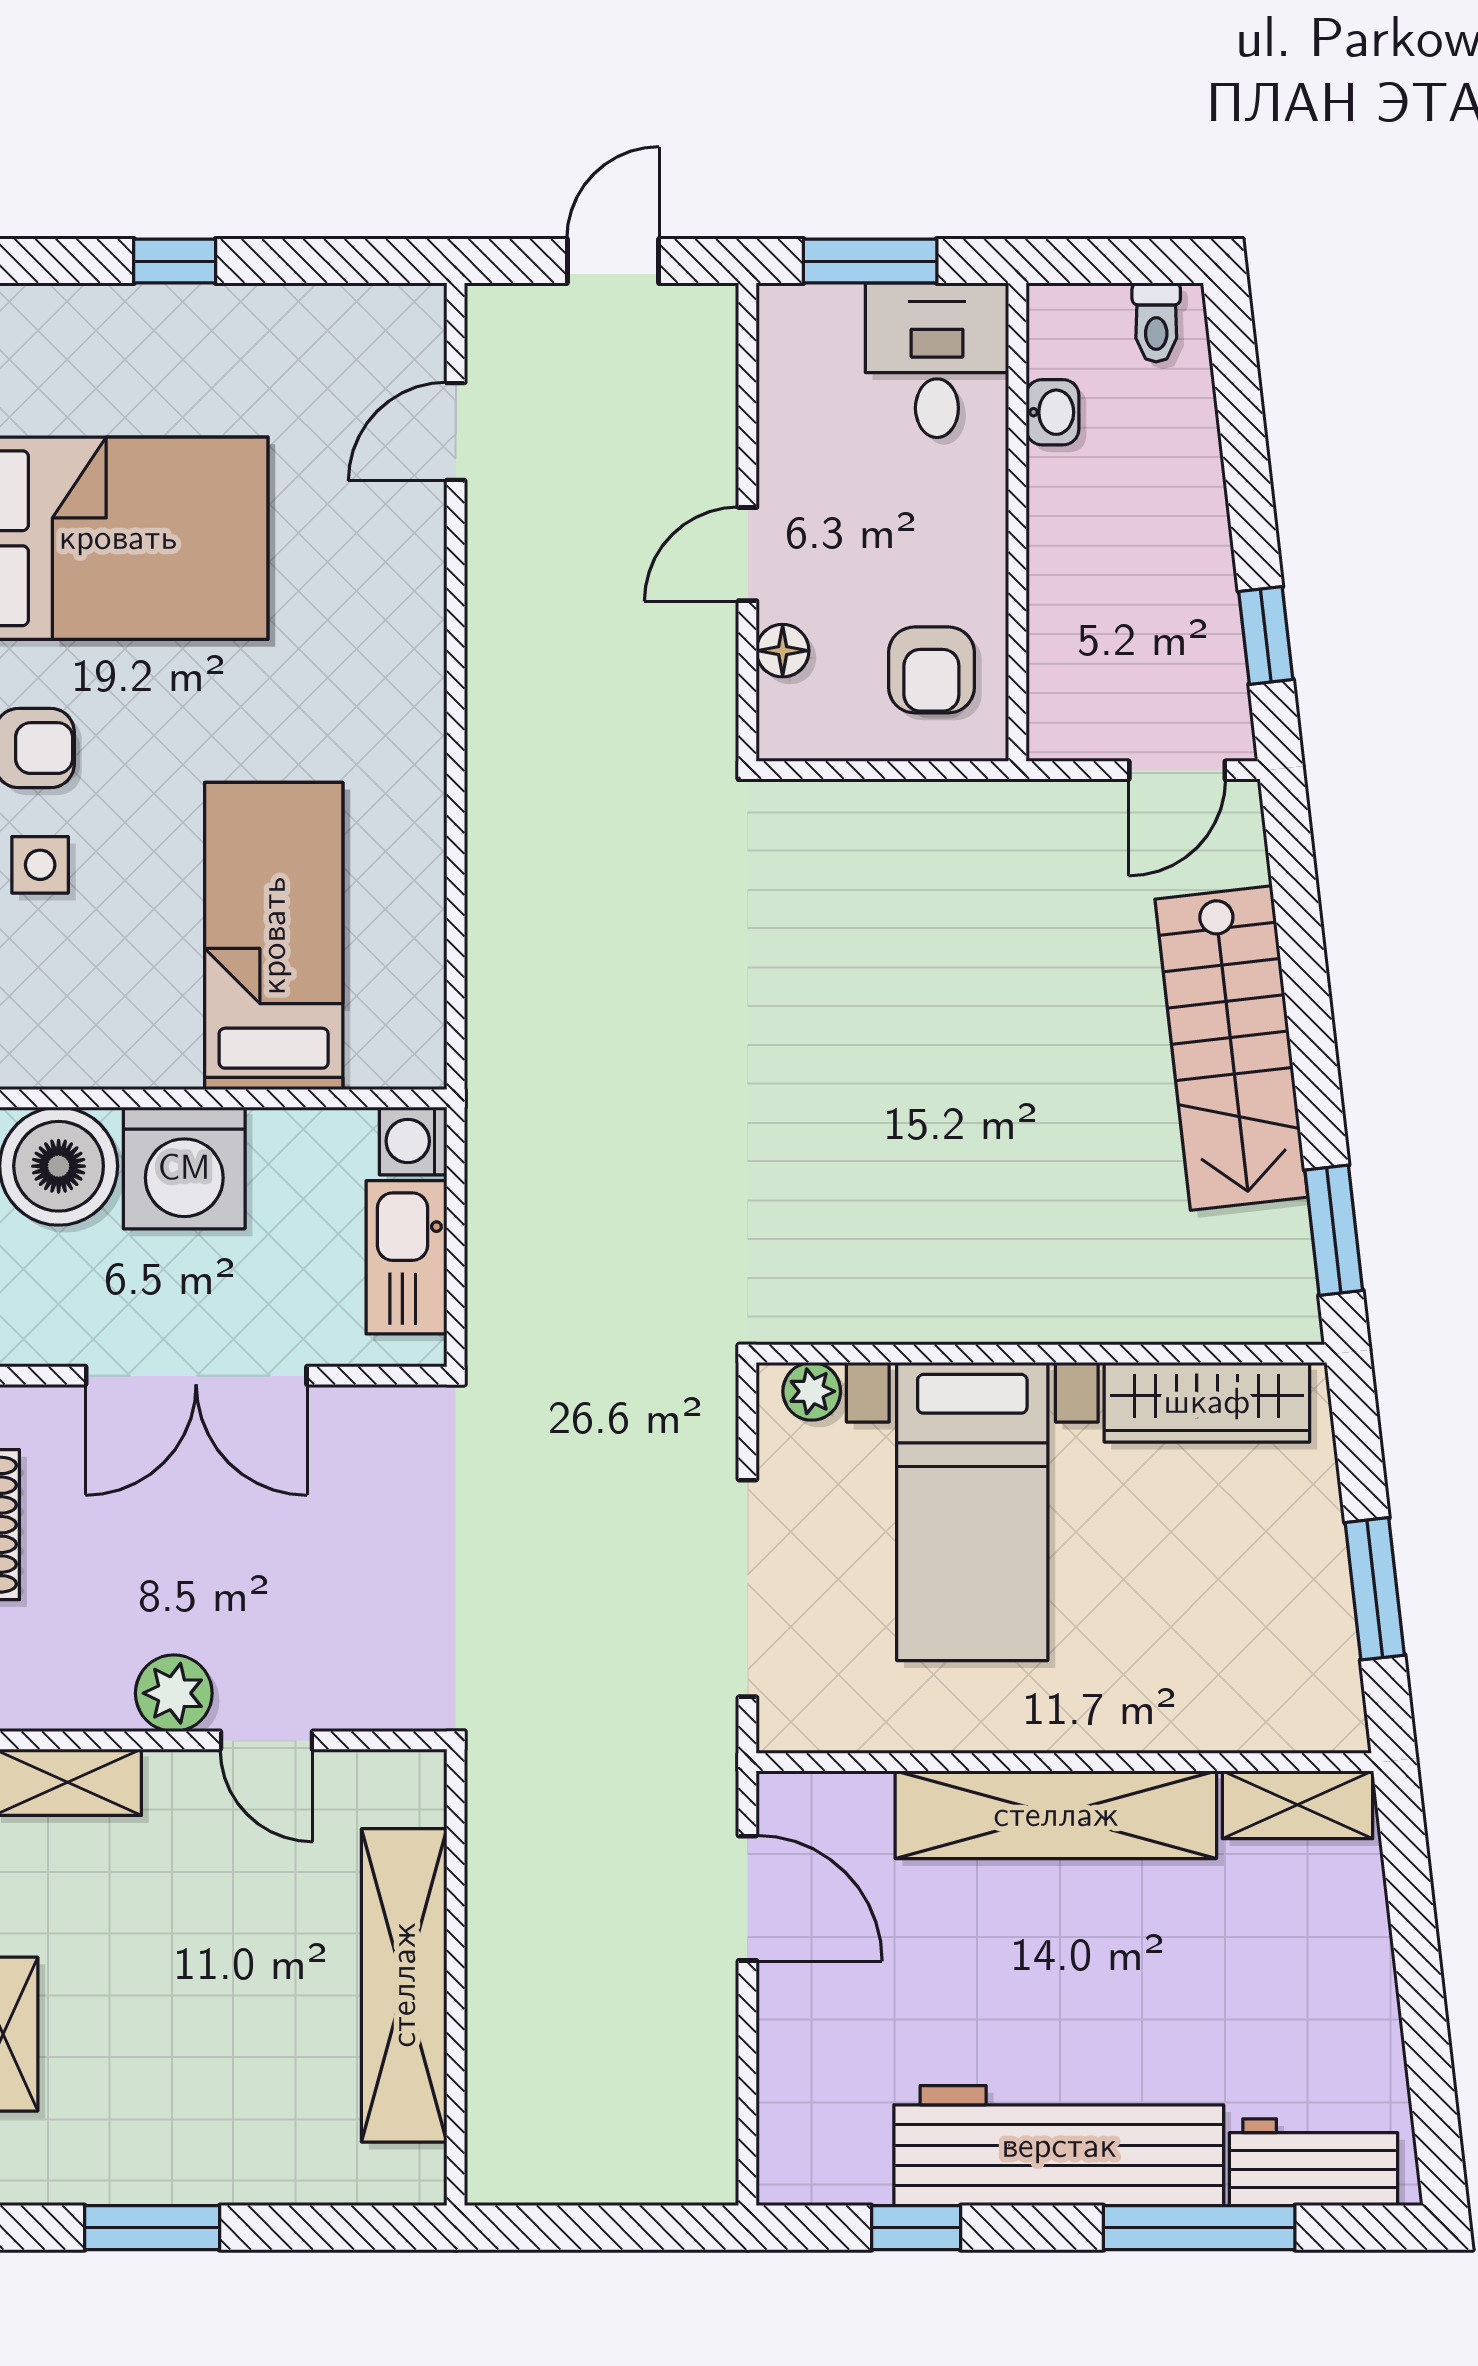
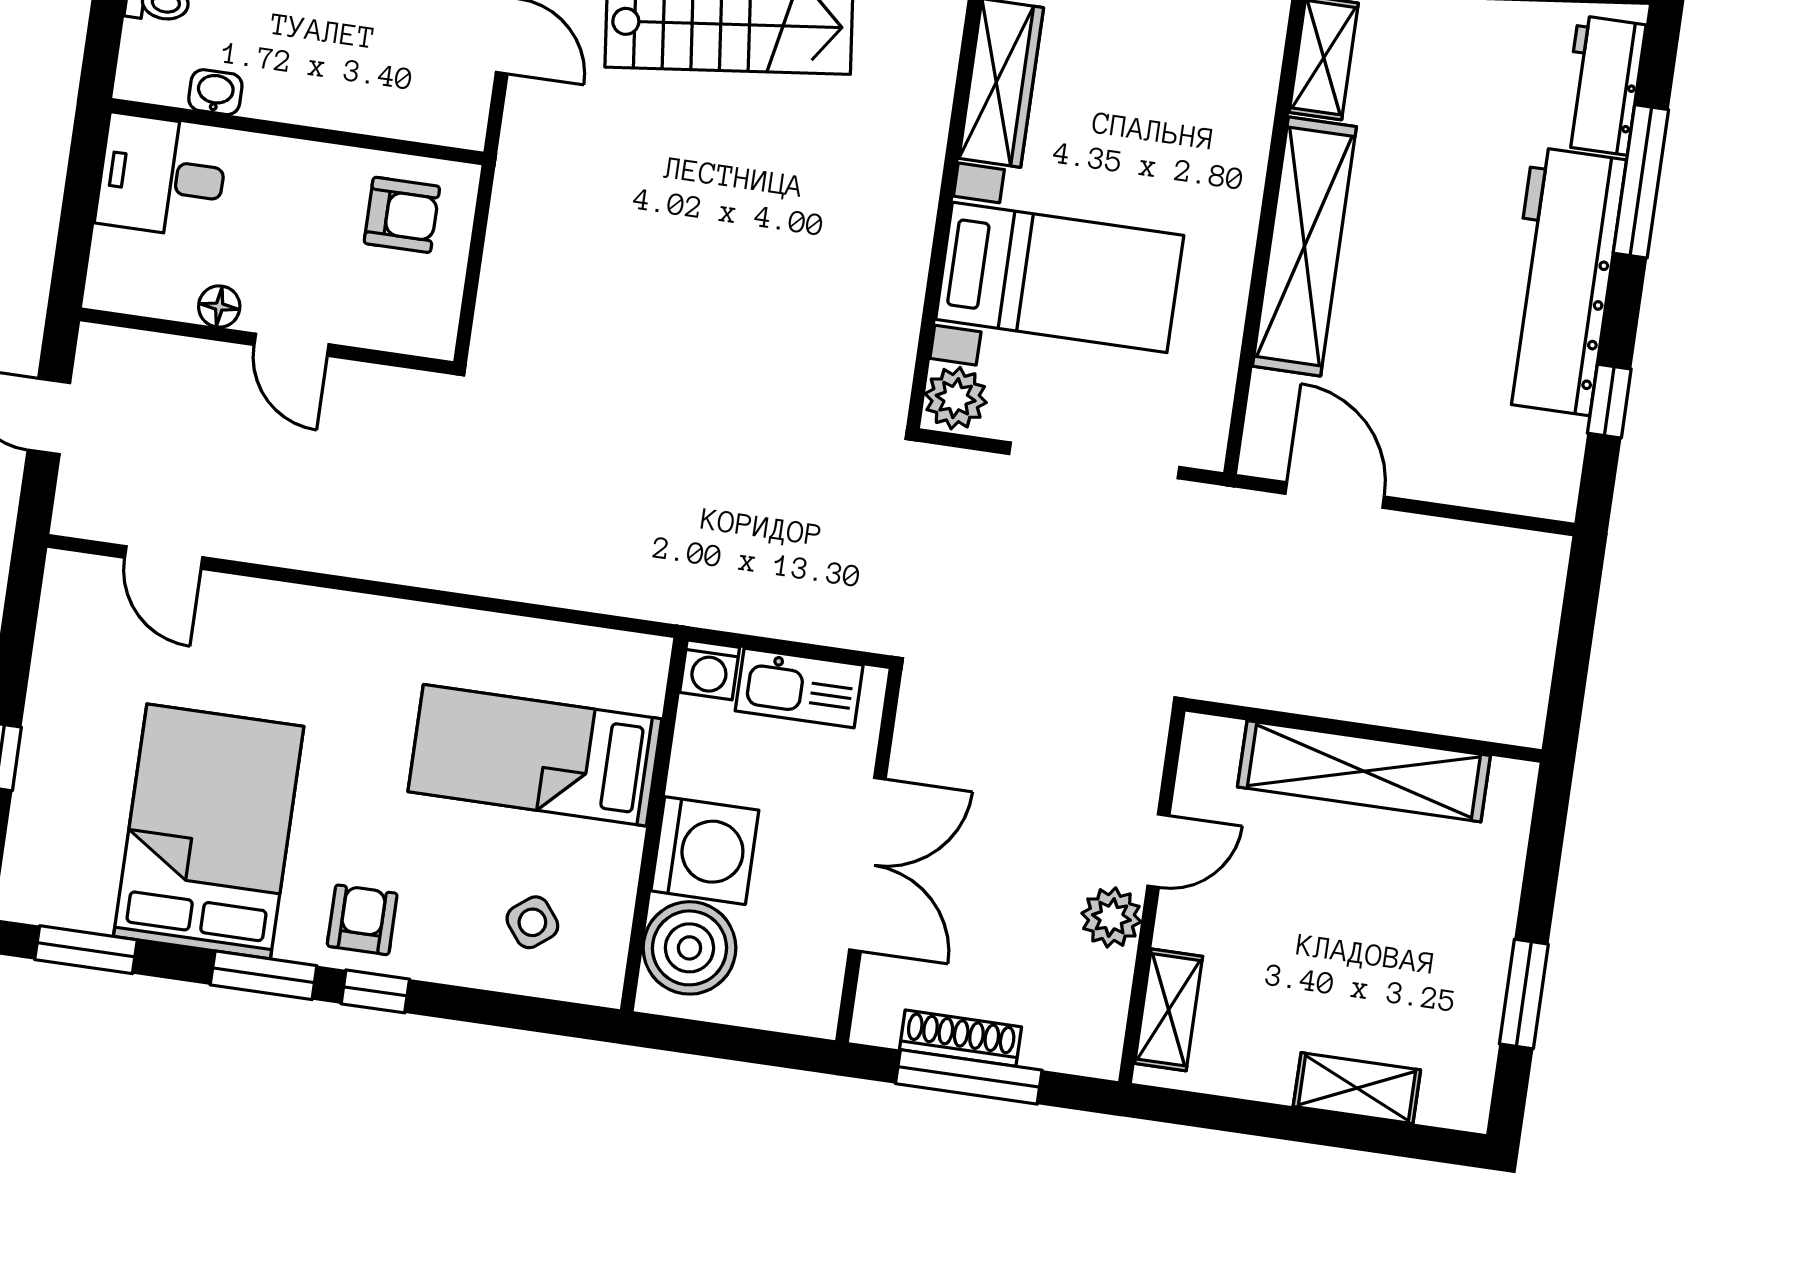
window: (870, 261) -> (78, 217), removed
floor lamp: (783, 651) -> (219, 307), moved
side table: (40, 865) -> (532, 922), moved, turned -38
plant: (812, 1391) -> (956, 398), width x1.38, depth x1.38
door: (747, 1898) -> (1335, 495), hinge flipped

